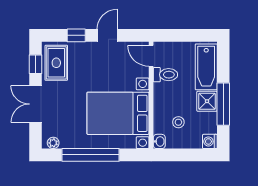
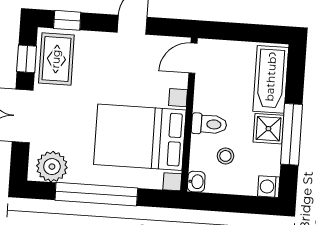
window: (76, 35) -> (67, 20), moved
door: (151, 56) -> (193, 58), hinge flipped
toilet: (165, 75) -> (209, 124), moved
plant: (53, 143) -> (52, 167), width x1.88, depth x1.88

